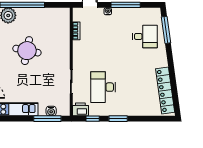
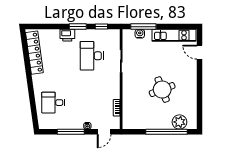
window: (166, 30) -> (34, 109), removed
round table: (27, 51) -> (162, 90), turned -32
desk: (103, 87) -> (92, 56), turned 180
printer: (80, 109) -> (67, 35), moved

